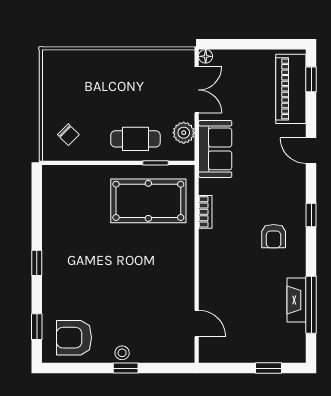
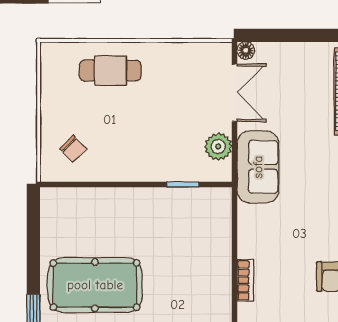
cafe table: (135, 139) -> (110, 70), moved
pool table: (148, 201) -> (95, 285), moved
bookcase: (205, 212) -> (245, 280), moved

